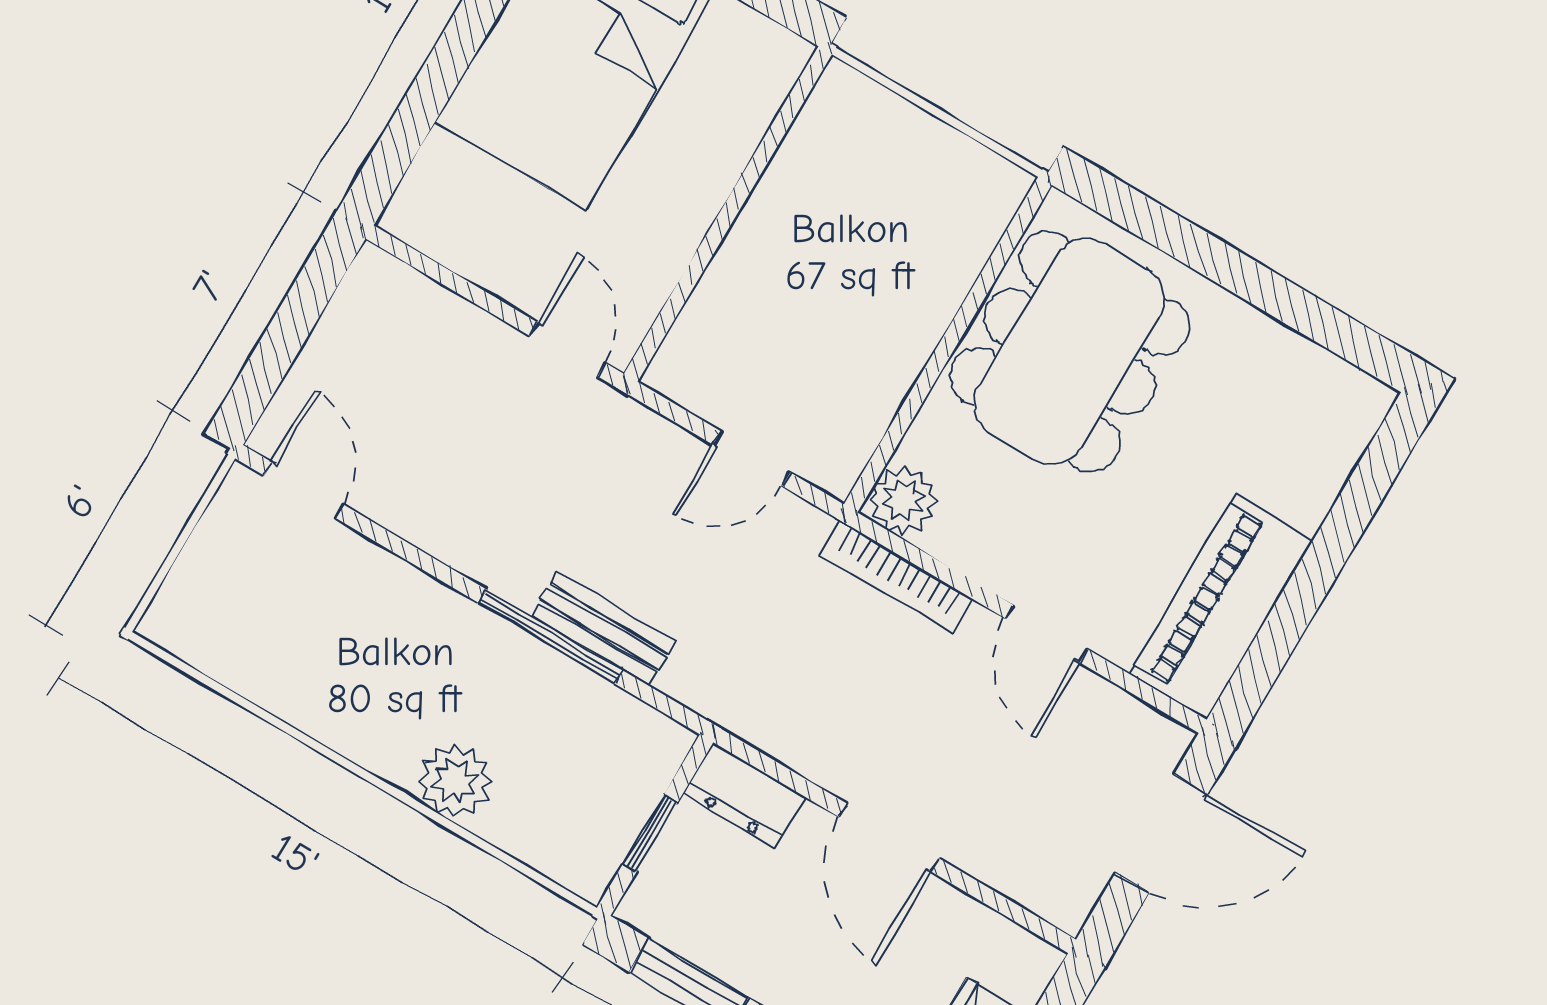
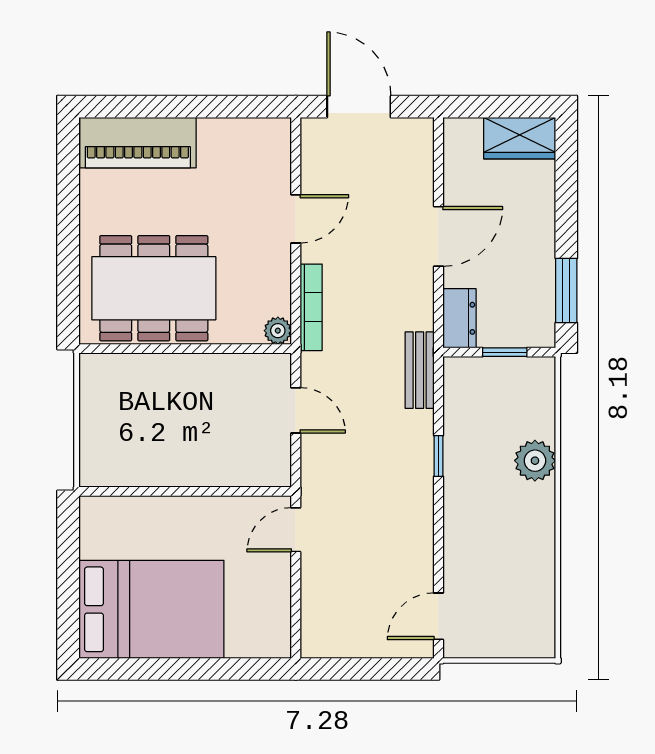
plant: (903, 501) -> (278, 331), width x0.73, depth x0.73
piano: (1221, 607) -> (138, 143), moved
bench: (603, 628) -> (420, 370), moved
window: (551, 637) -> (438, 456), width x0.46

